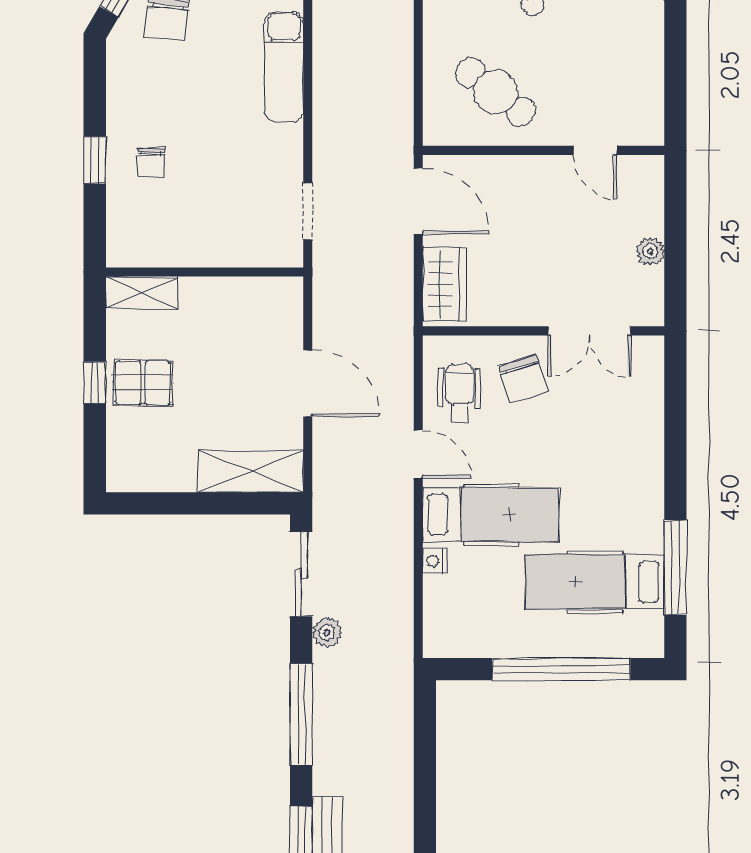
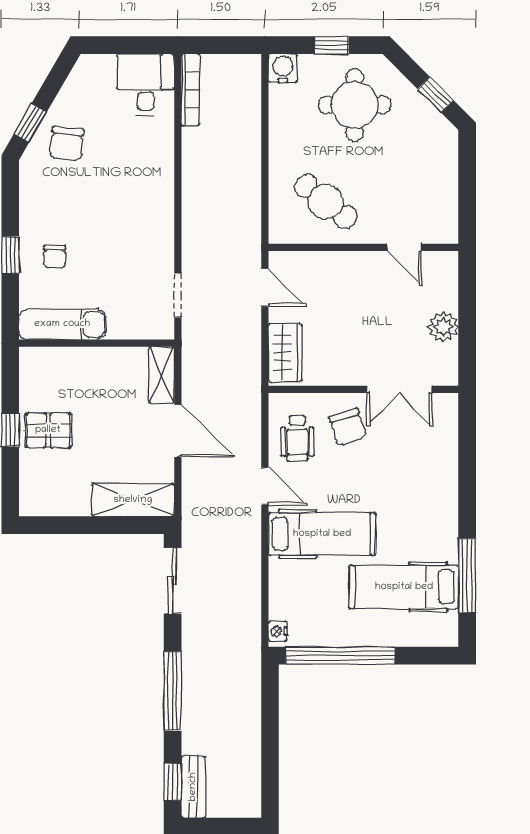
exam couch: (284, 67) -> (62, 324), moved, turned 90
door: (418, 201) -> (265, 287), width x0.73
plant: (650, 251) -> (443, 327), width x1.38, depth x1.38
shelving: (142, 293) -> (162, 375), moved, turned 90
wheelchair: (460, 393) -> (297, 438), turned 180
nightstand: (435, 561) -> (278, 631), moved
plant: (327, 632) -> (193, 627), removed
window: (561, 669) -> (340, 656), moved

